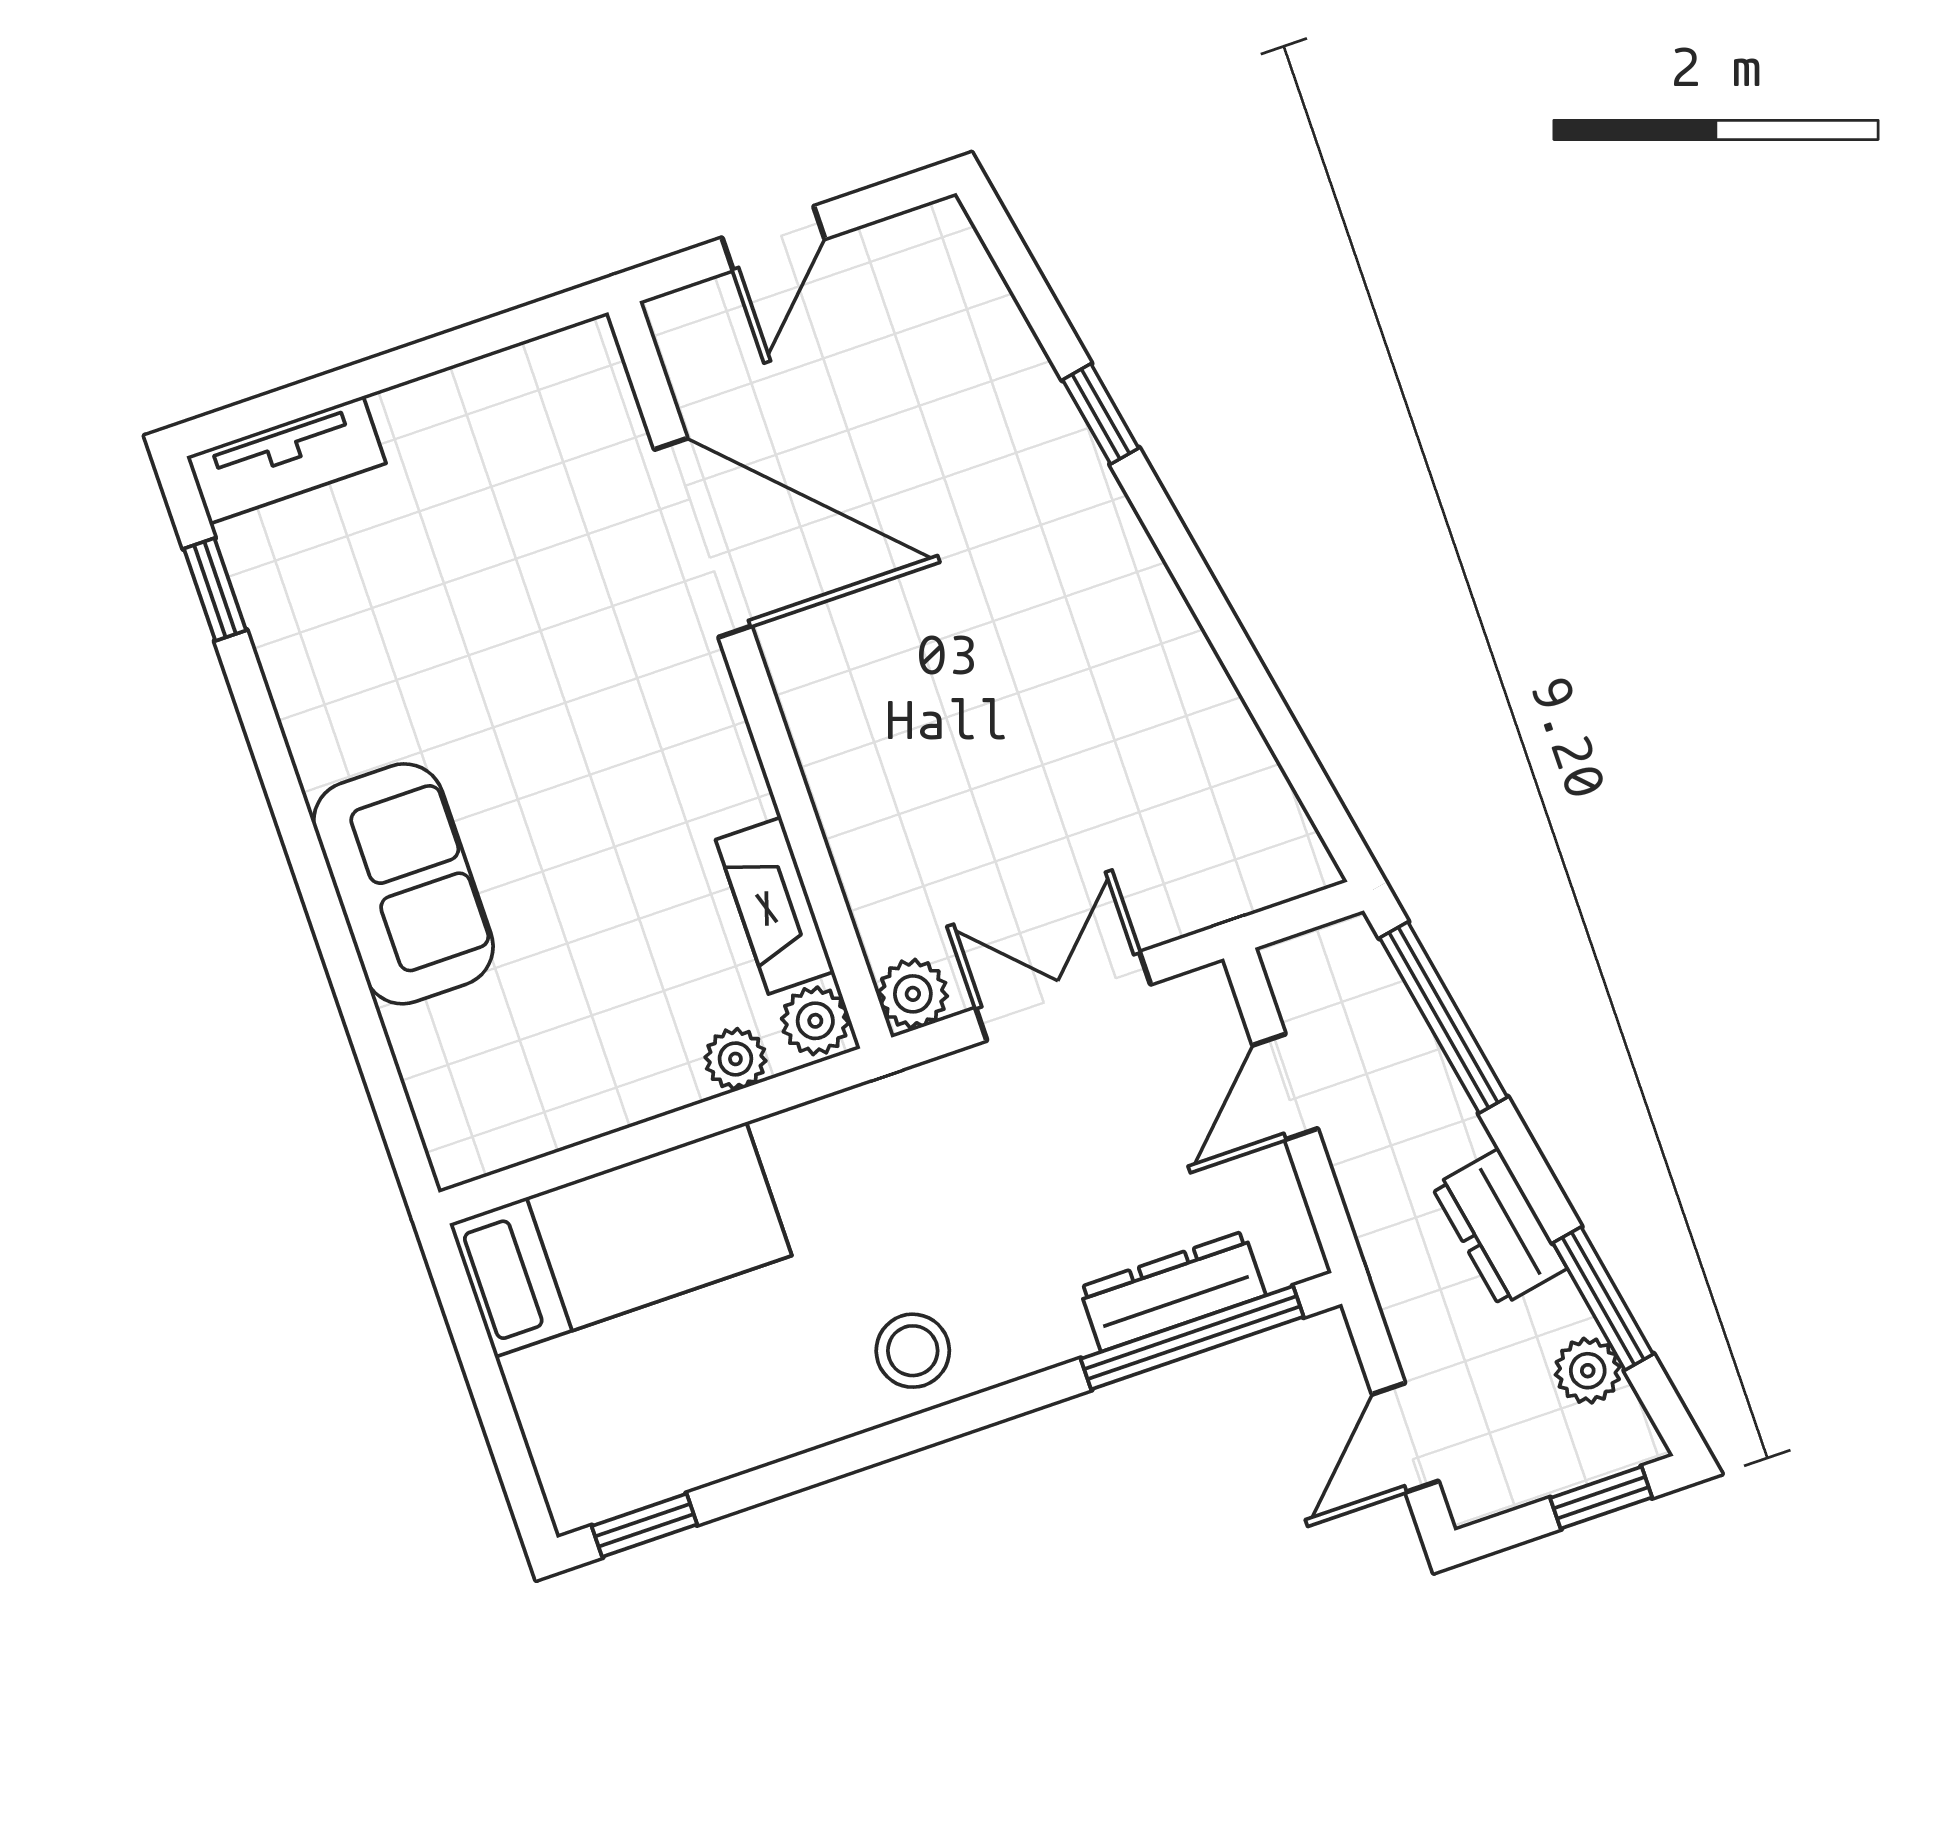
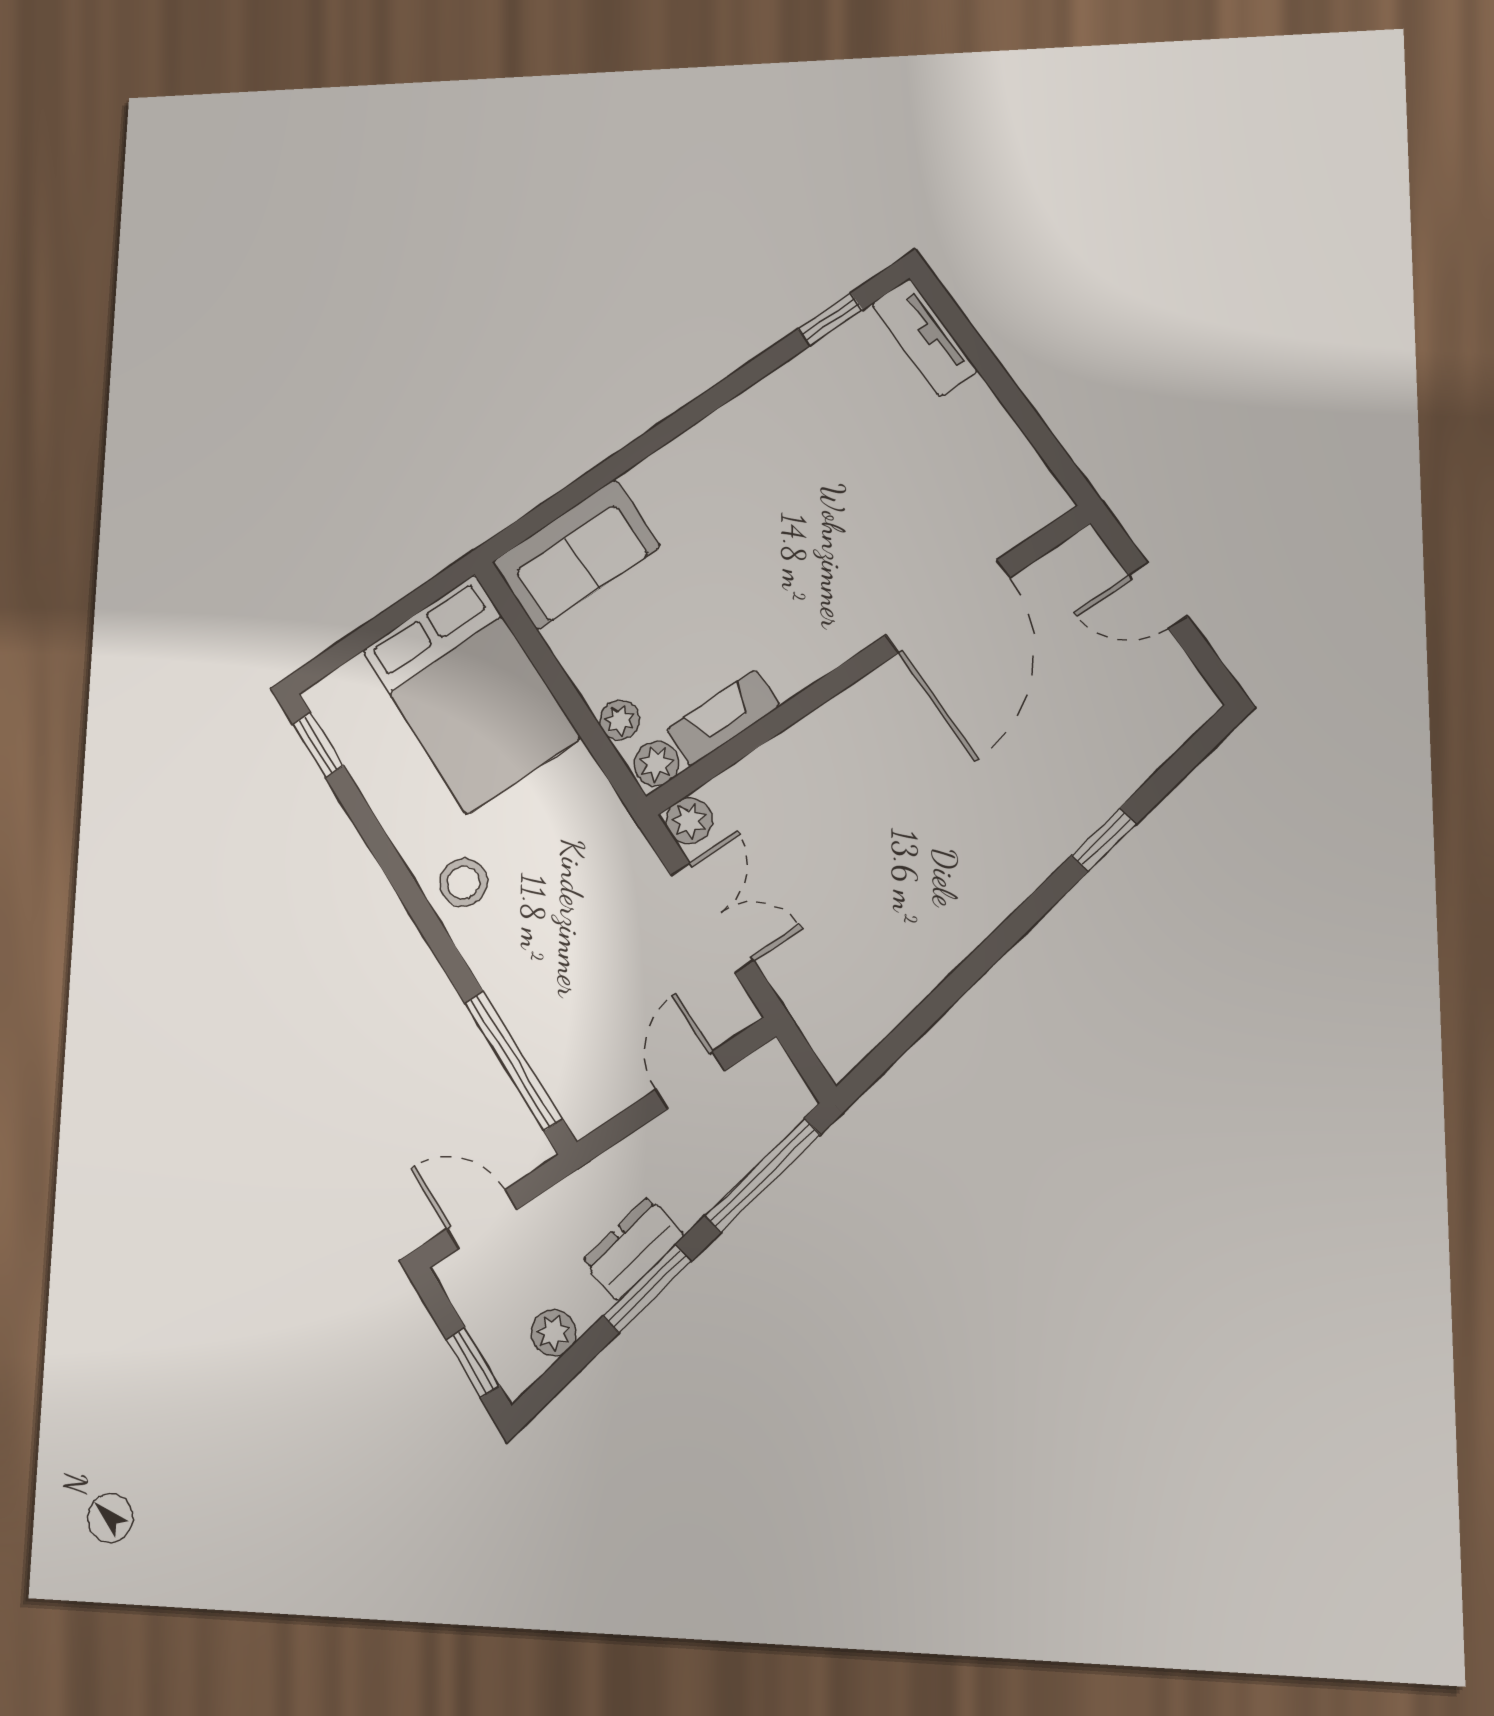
sofa: (403, 884) -> (576, 554), moved
door: (1285, 1087) -> (690, 1080), hinge flipped
bed: (621, 1240) -> (471, 694), width x1.50
dresser: (1172, 1291) -> (540, 1040), removed
window: (1603, 1298) -> (647, 1289), moved

